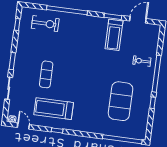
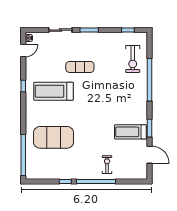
exercise mat: (121, 101) -> (54, 137), moved
treadmill: (54, 109) -> (53, 91), moved, turned -90

